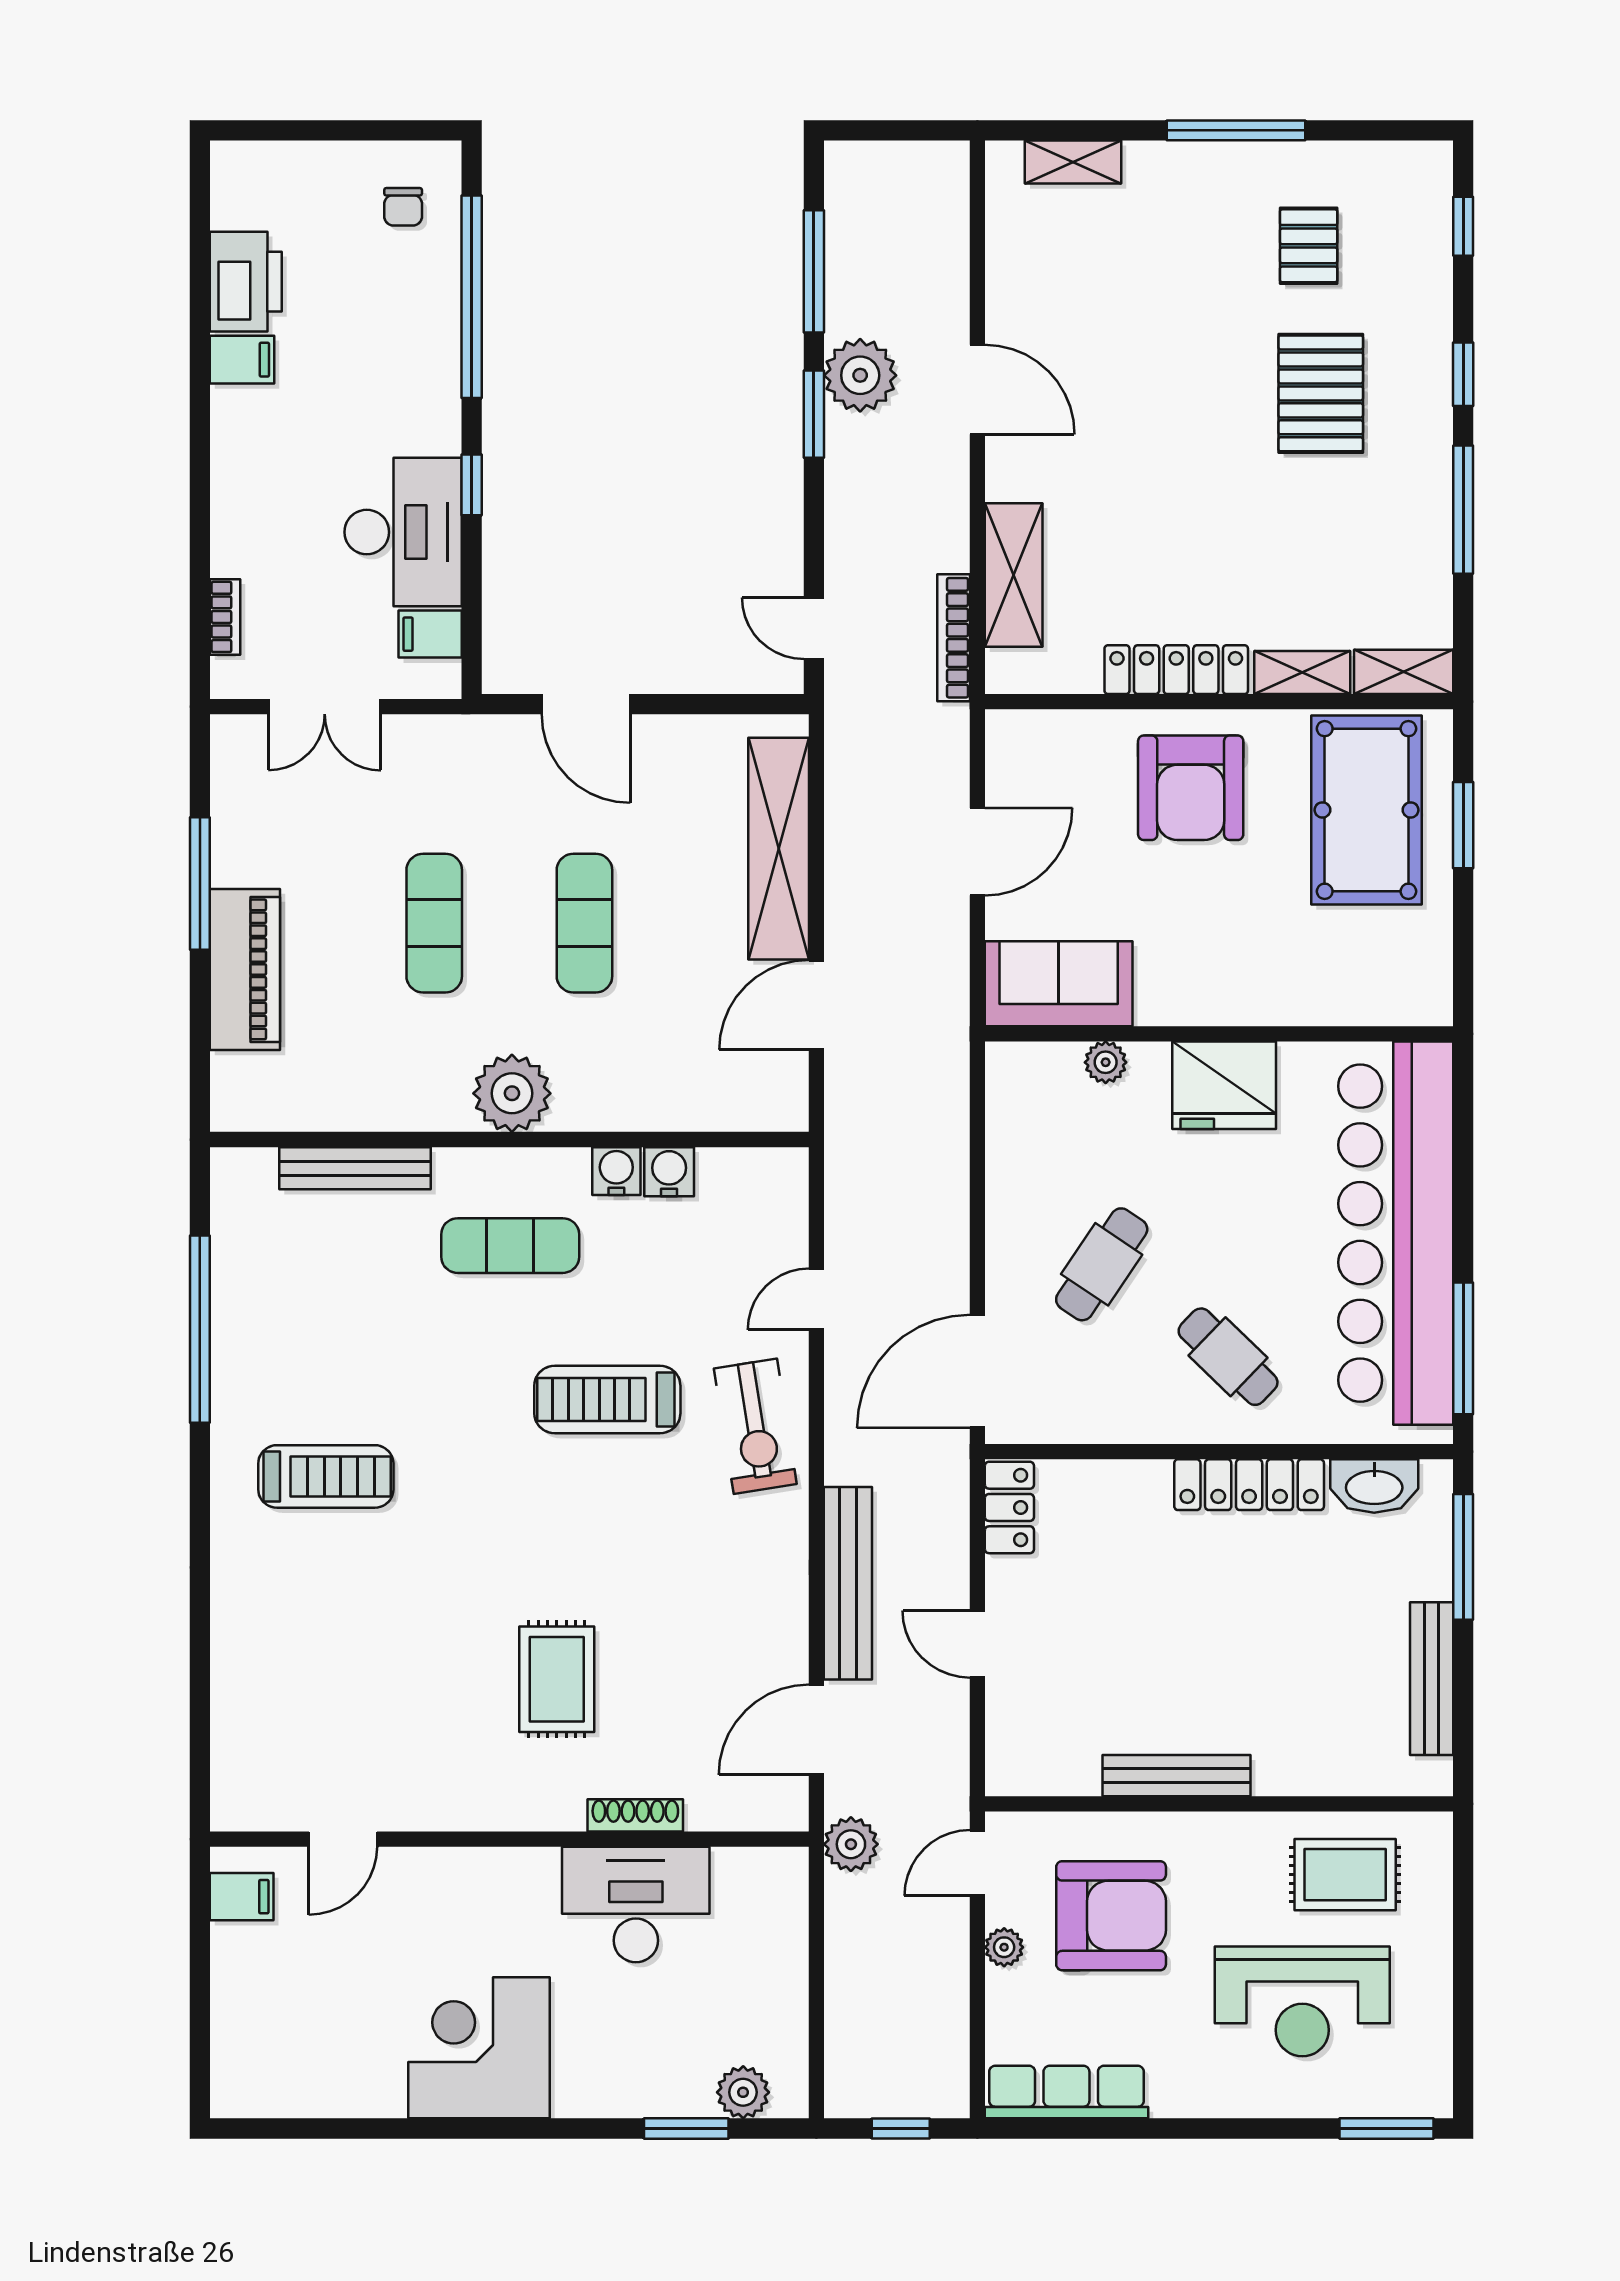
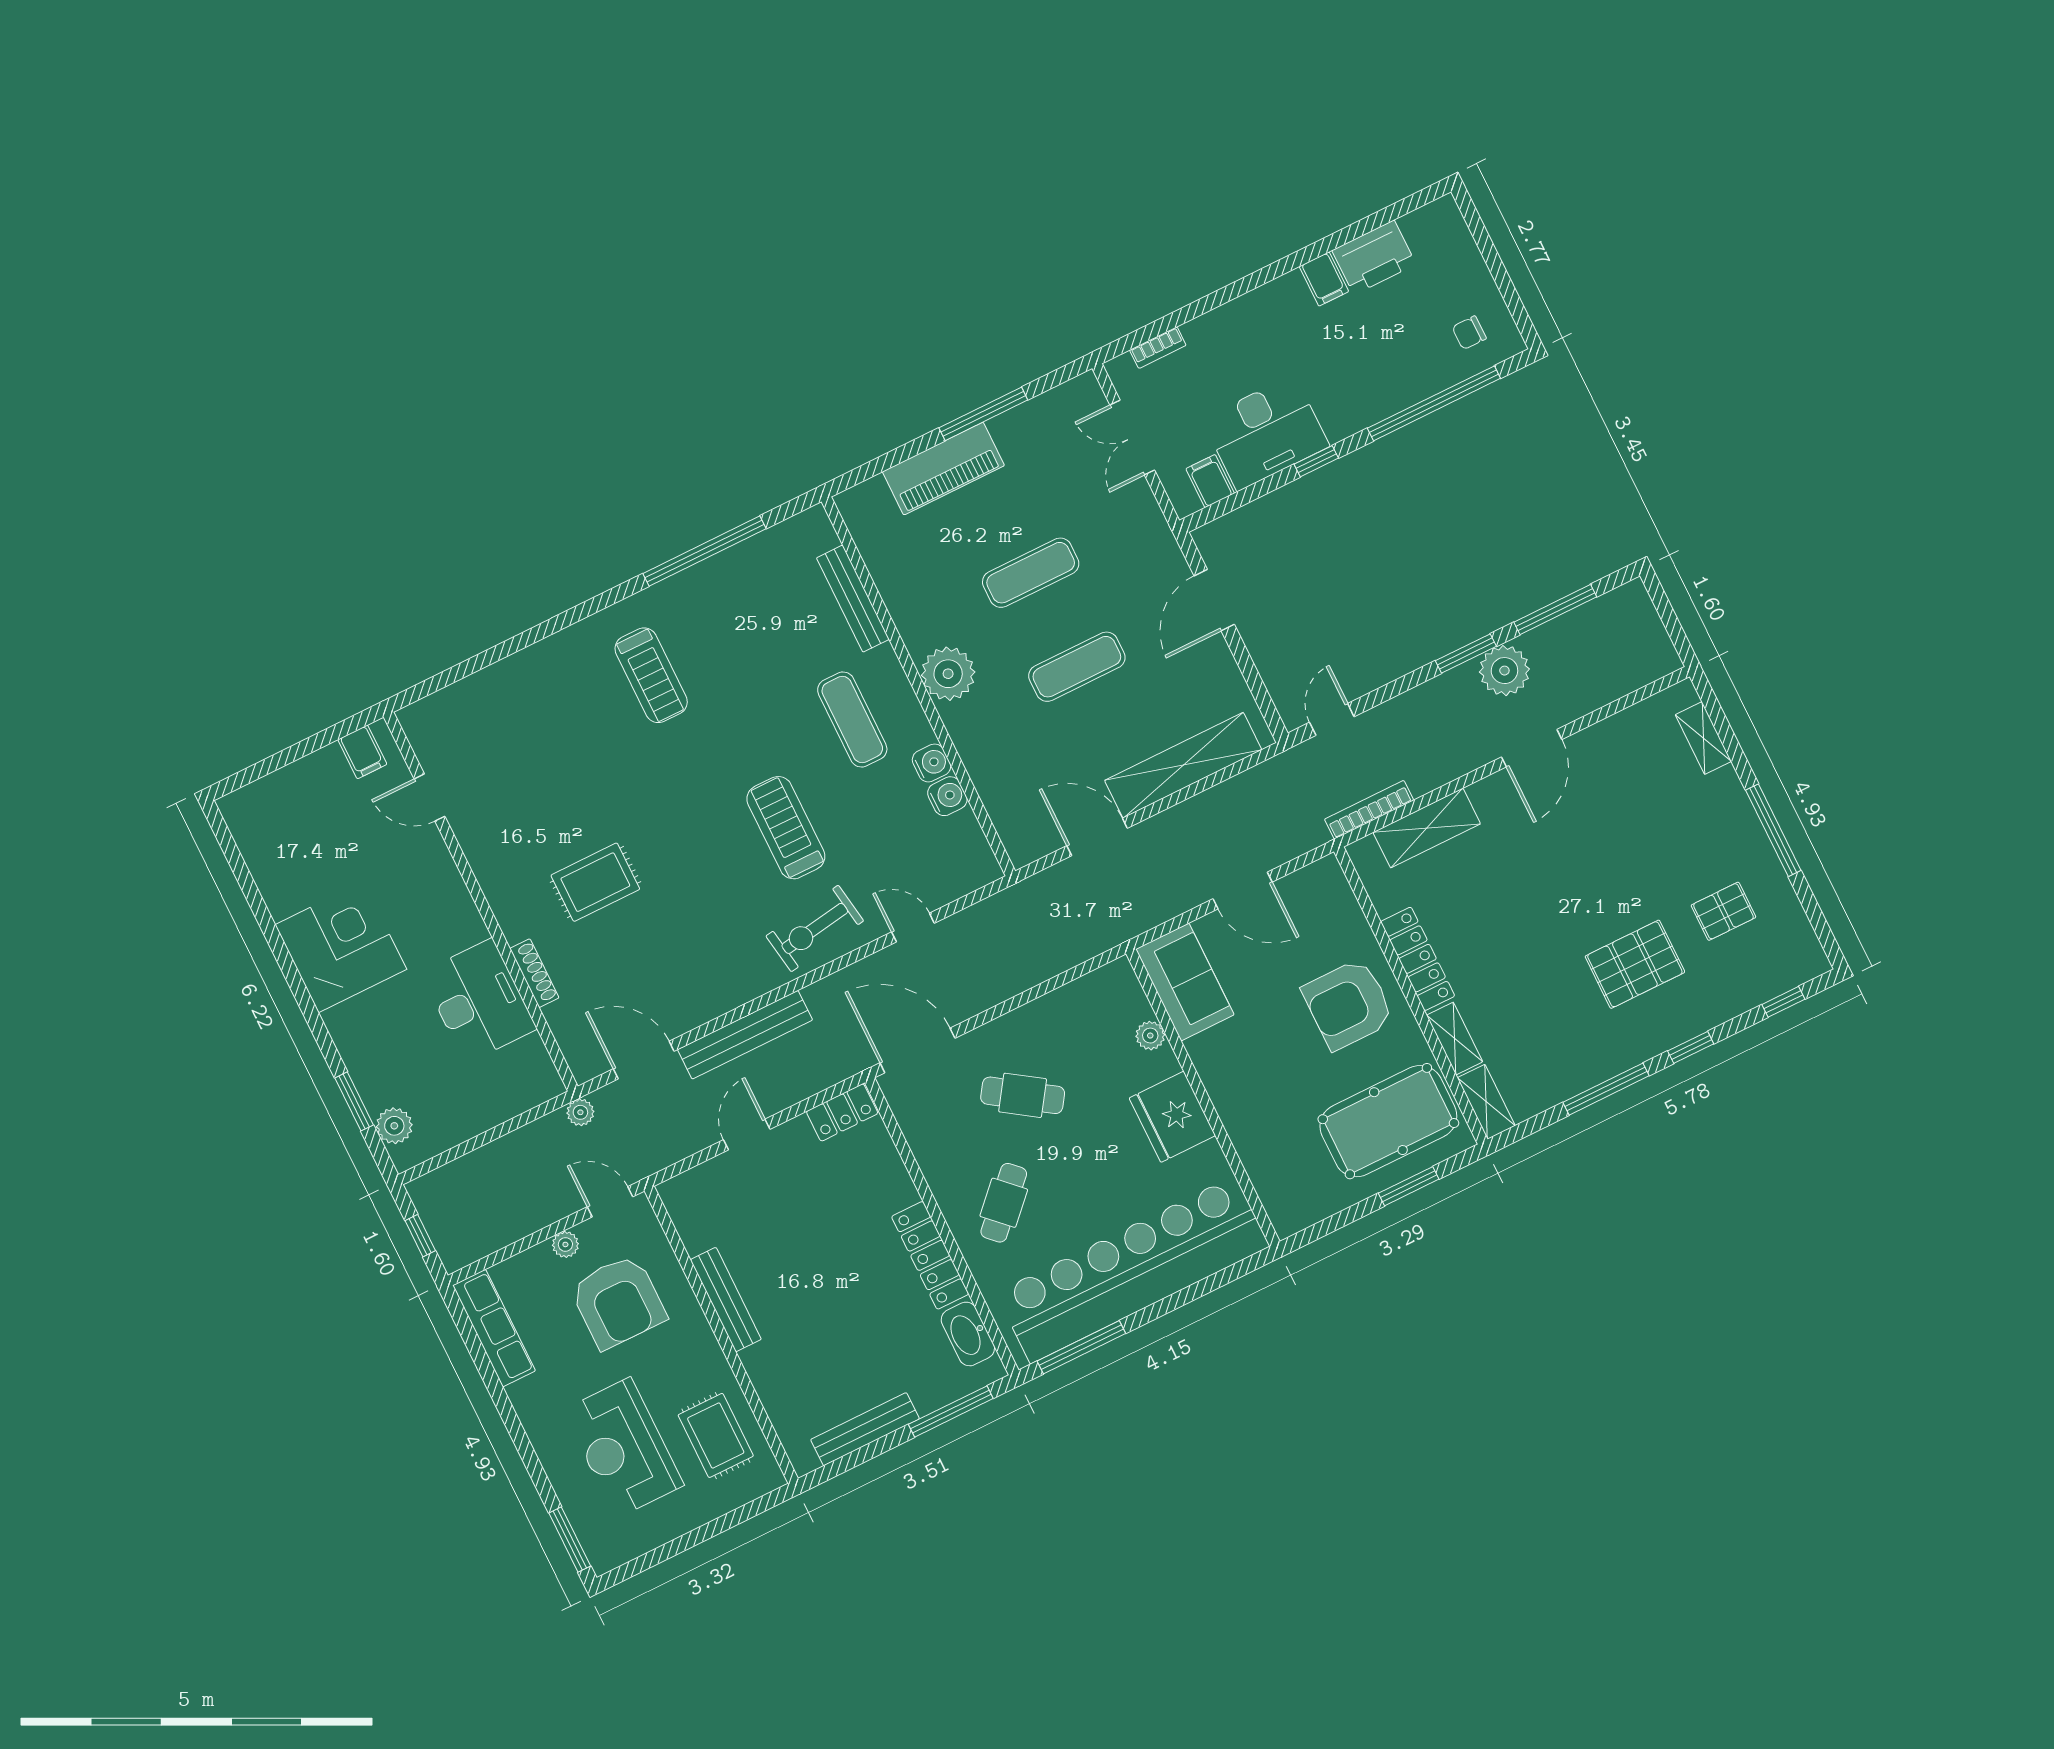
plant: (851, 1844) -> (580, 1112), width x0.73, depth x0.73

